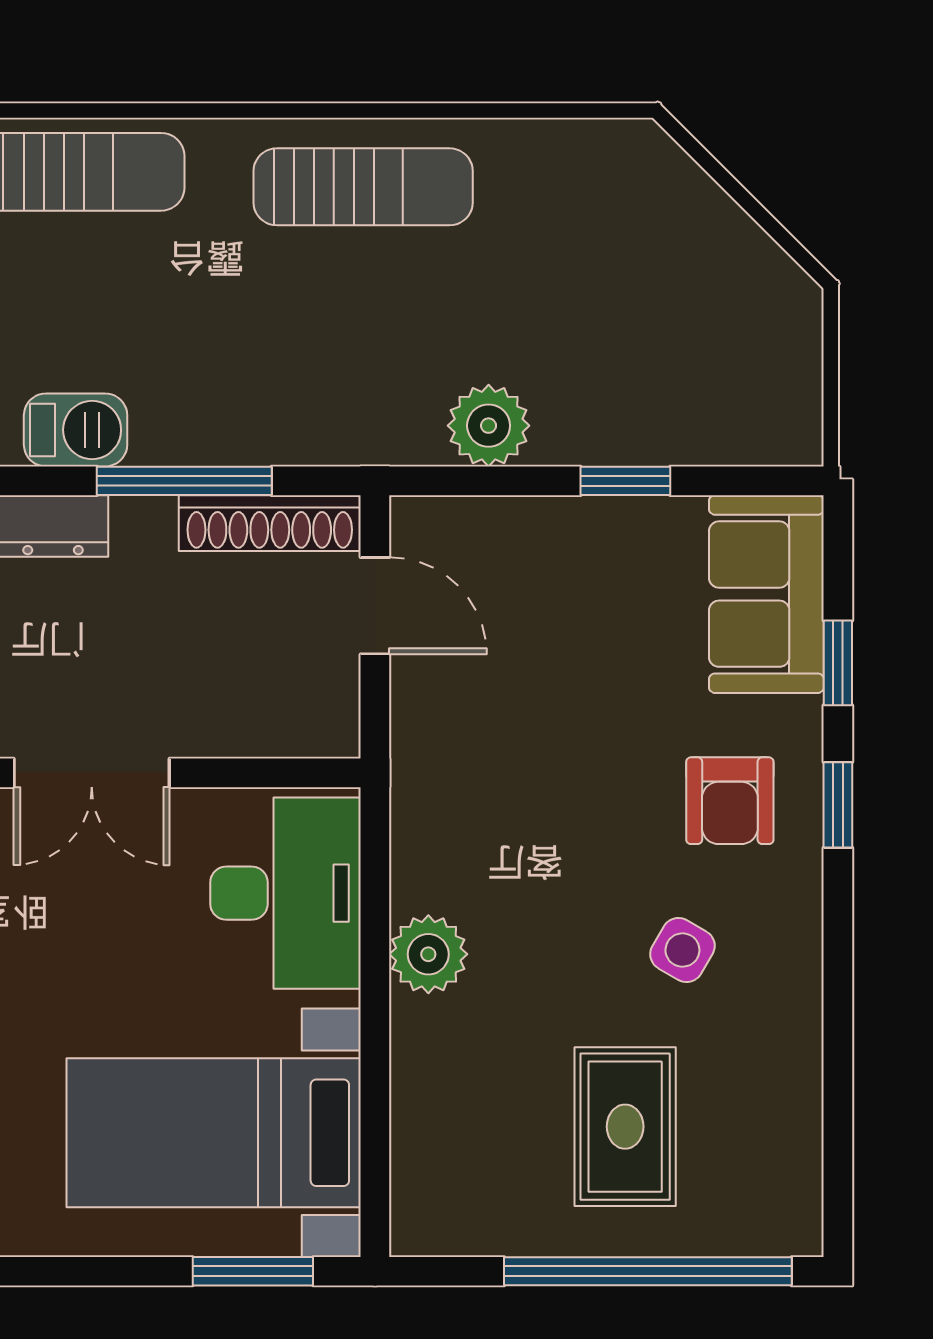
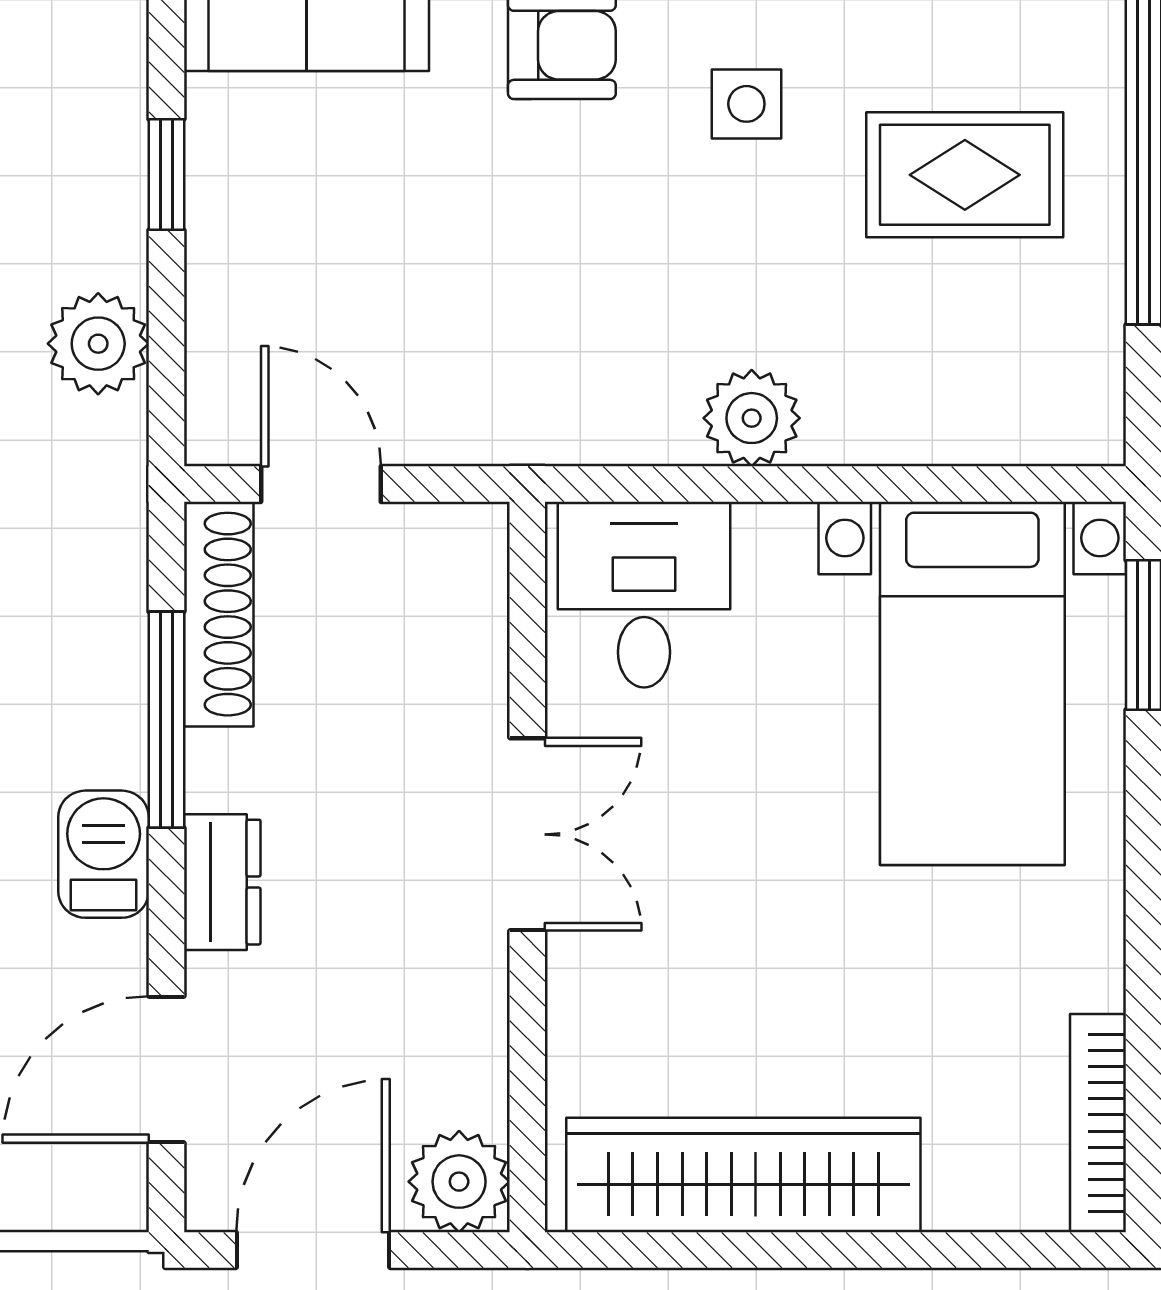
door: (375, 606) -> (321, 484), hinge flipped
desk: (286, 893) -> (644, 595), width x0.73
side table: (682, 950) -> (746, 104), turned -30

